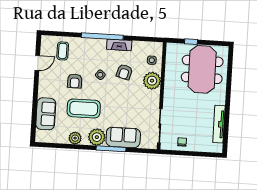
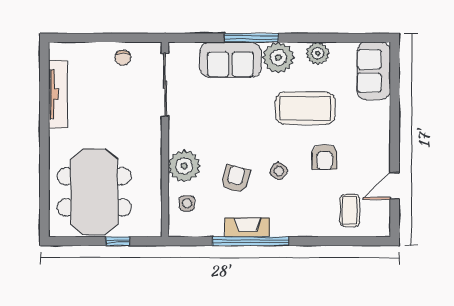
window: (102, 36) -> (250, 241), moved
armchair: (75, 81) -> (325, 157), turned 180
sofa: (46, 114) -> (374, 71), moved

